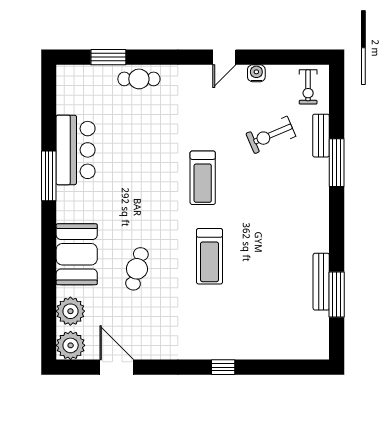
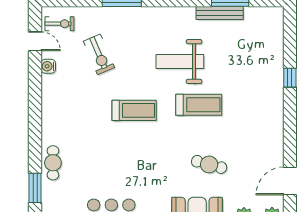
door: (224, 57) -> (35, 41), moved
bench: (321, 136) -> (99, 13), removed
weight bench: (262, 233) -> (180, 62), added
window: (223, 367) -> (290, 78), moved

